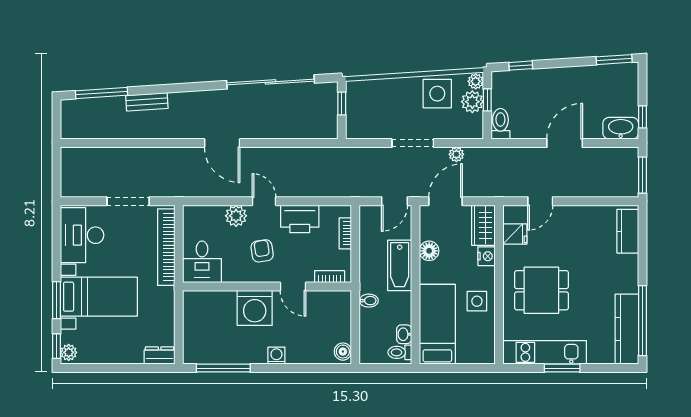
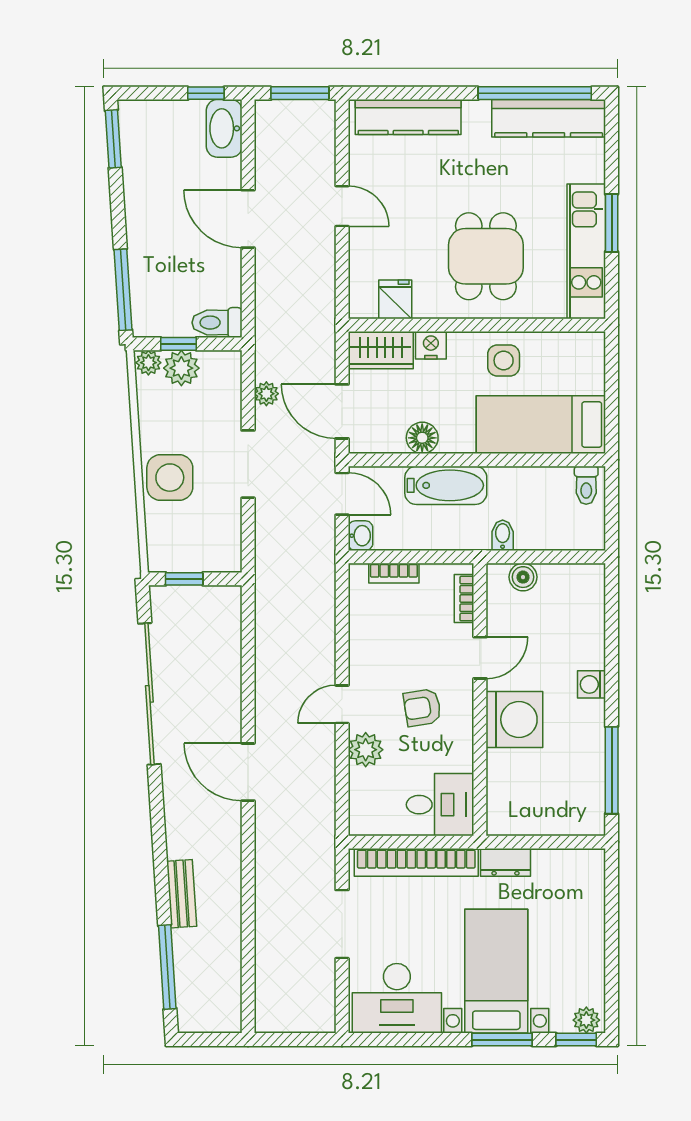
window: (521, 66) -> (123, 290), width x2.17
side table: (437, 94) -> (170, 478), moved
door: (222, 143) -> (248, 772), swing flipped
door: (540, 201) -> (342, 206), moved
printer: (300, 219) -> (371, 647), removed
kitchen counter: (628, 231) -> (408, 117), width x1.50
washbasin: (404, 334) -> (360, 536), moved, turned -90
boiler: (343, 352) -> (523, 577), moved
dresser: (160, 356) -> (505, 862), moved, turned -90

